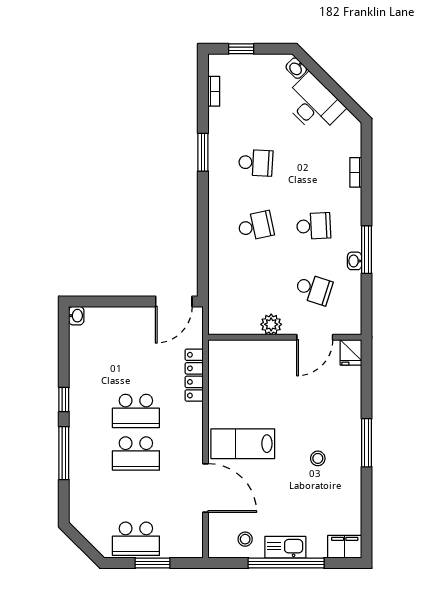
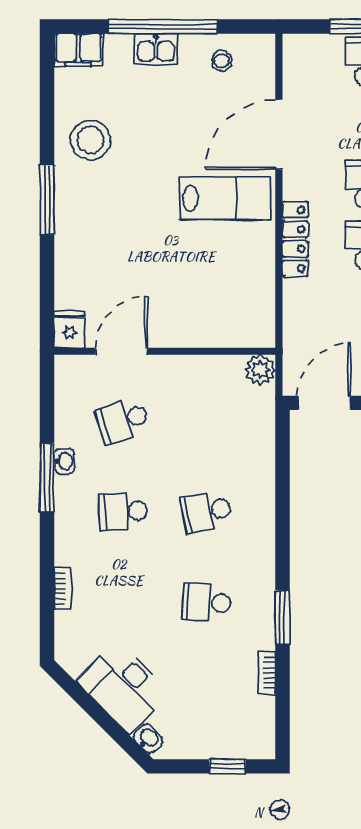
bookcase: (214, 91) -> (267, 673), moved
school desk: (314, 289) -> (123, 421), turned -36
plant: (271, 324) -> (260, 370), moved
locker: (194, 375) -> (295, 239), moved
stool: (318, 458) -> (90, 140), moved, width x1.89, depth x1.89
door: (205, 488) -> (279, 134), hinge flipped
kitchen sink: (285, 547) -> (156, 49), width x0.73

